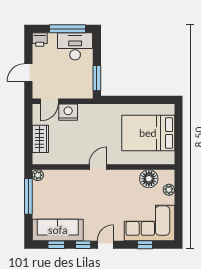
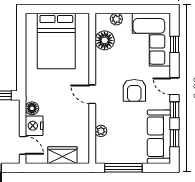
floor lamp: (85, 110) -> (32, 108), added
plant: (38, 175) -> (101, 131), moved
armchair: (102, 207) -> (134, 90), added

